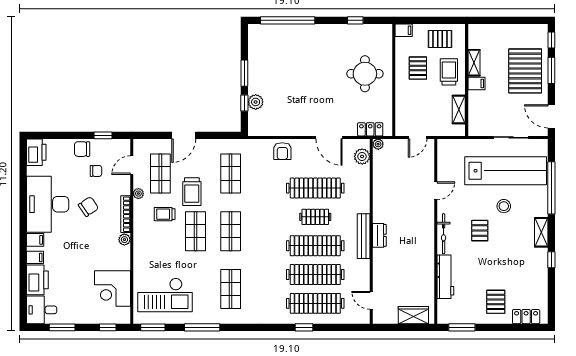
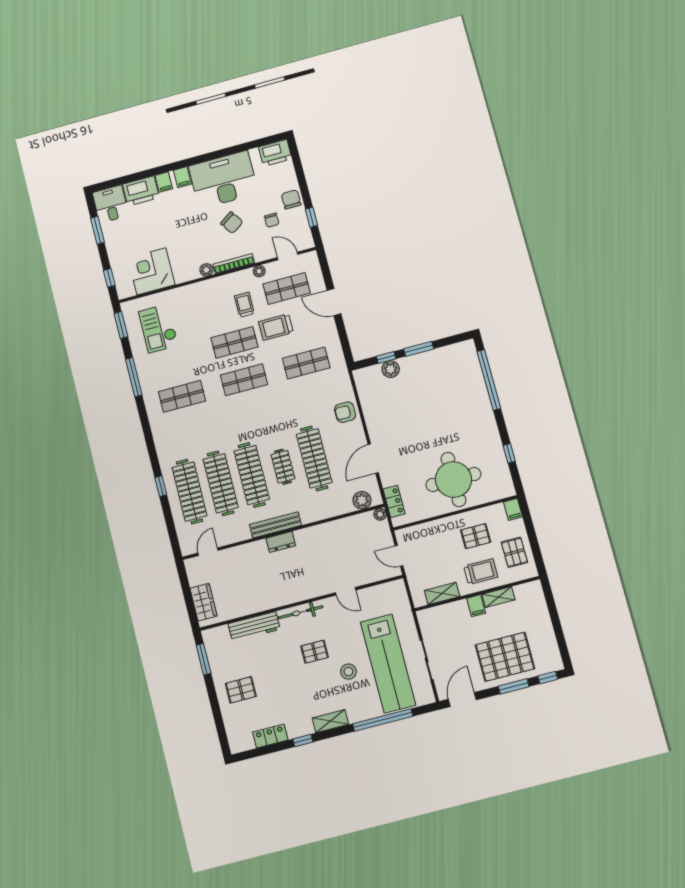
round table: (365, 74) -> (453, 479), width x1.36, depth x1.36
checkout: (165, 295) -> (158, 328), width x0.73, depth x0.83
locker: (526, 317) -> (270, 736), moved, turned -90

